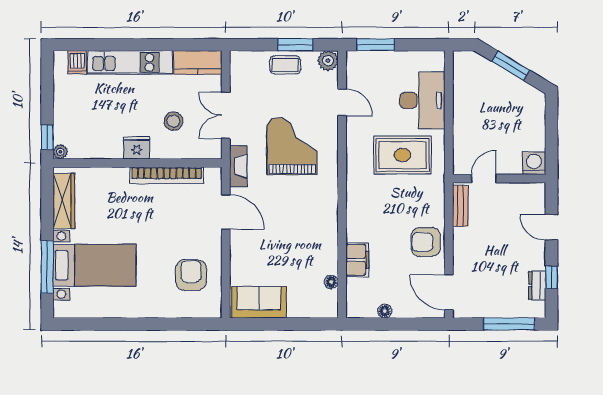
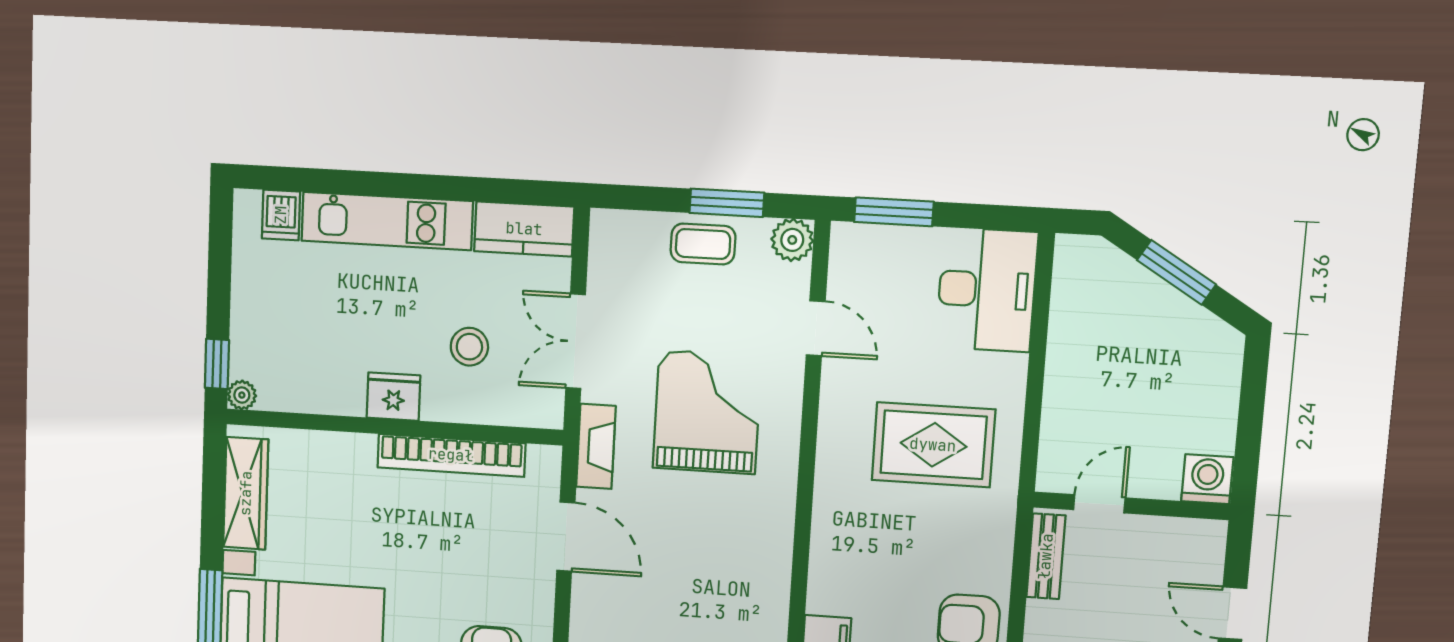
desk: (422, 100) -> (987, 290), moved

